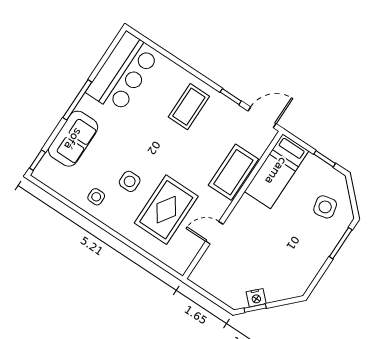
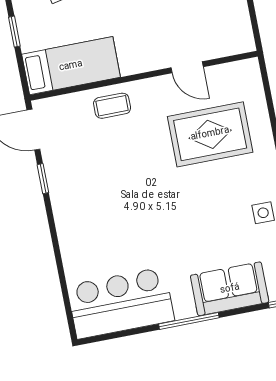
coffee table: (189, 107) -> (91, 209), removed
coffee table: (233, 172) -> (112, 106), width x0.54, depth x0.58
side table: (130, 181) -> (217, 195), removed

